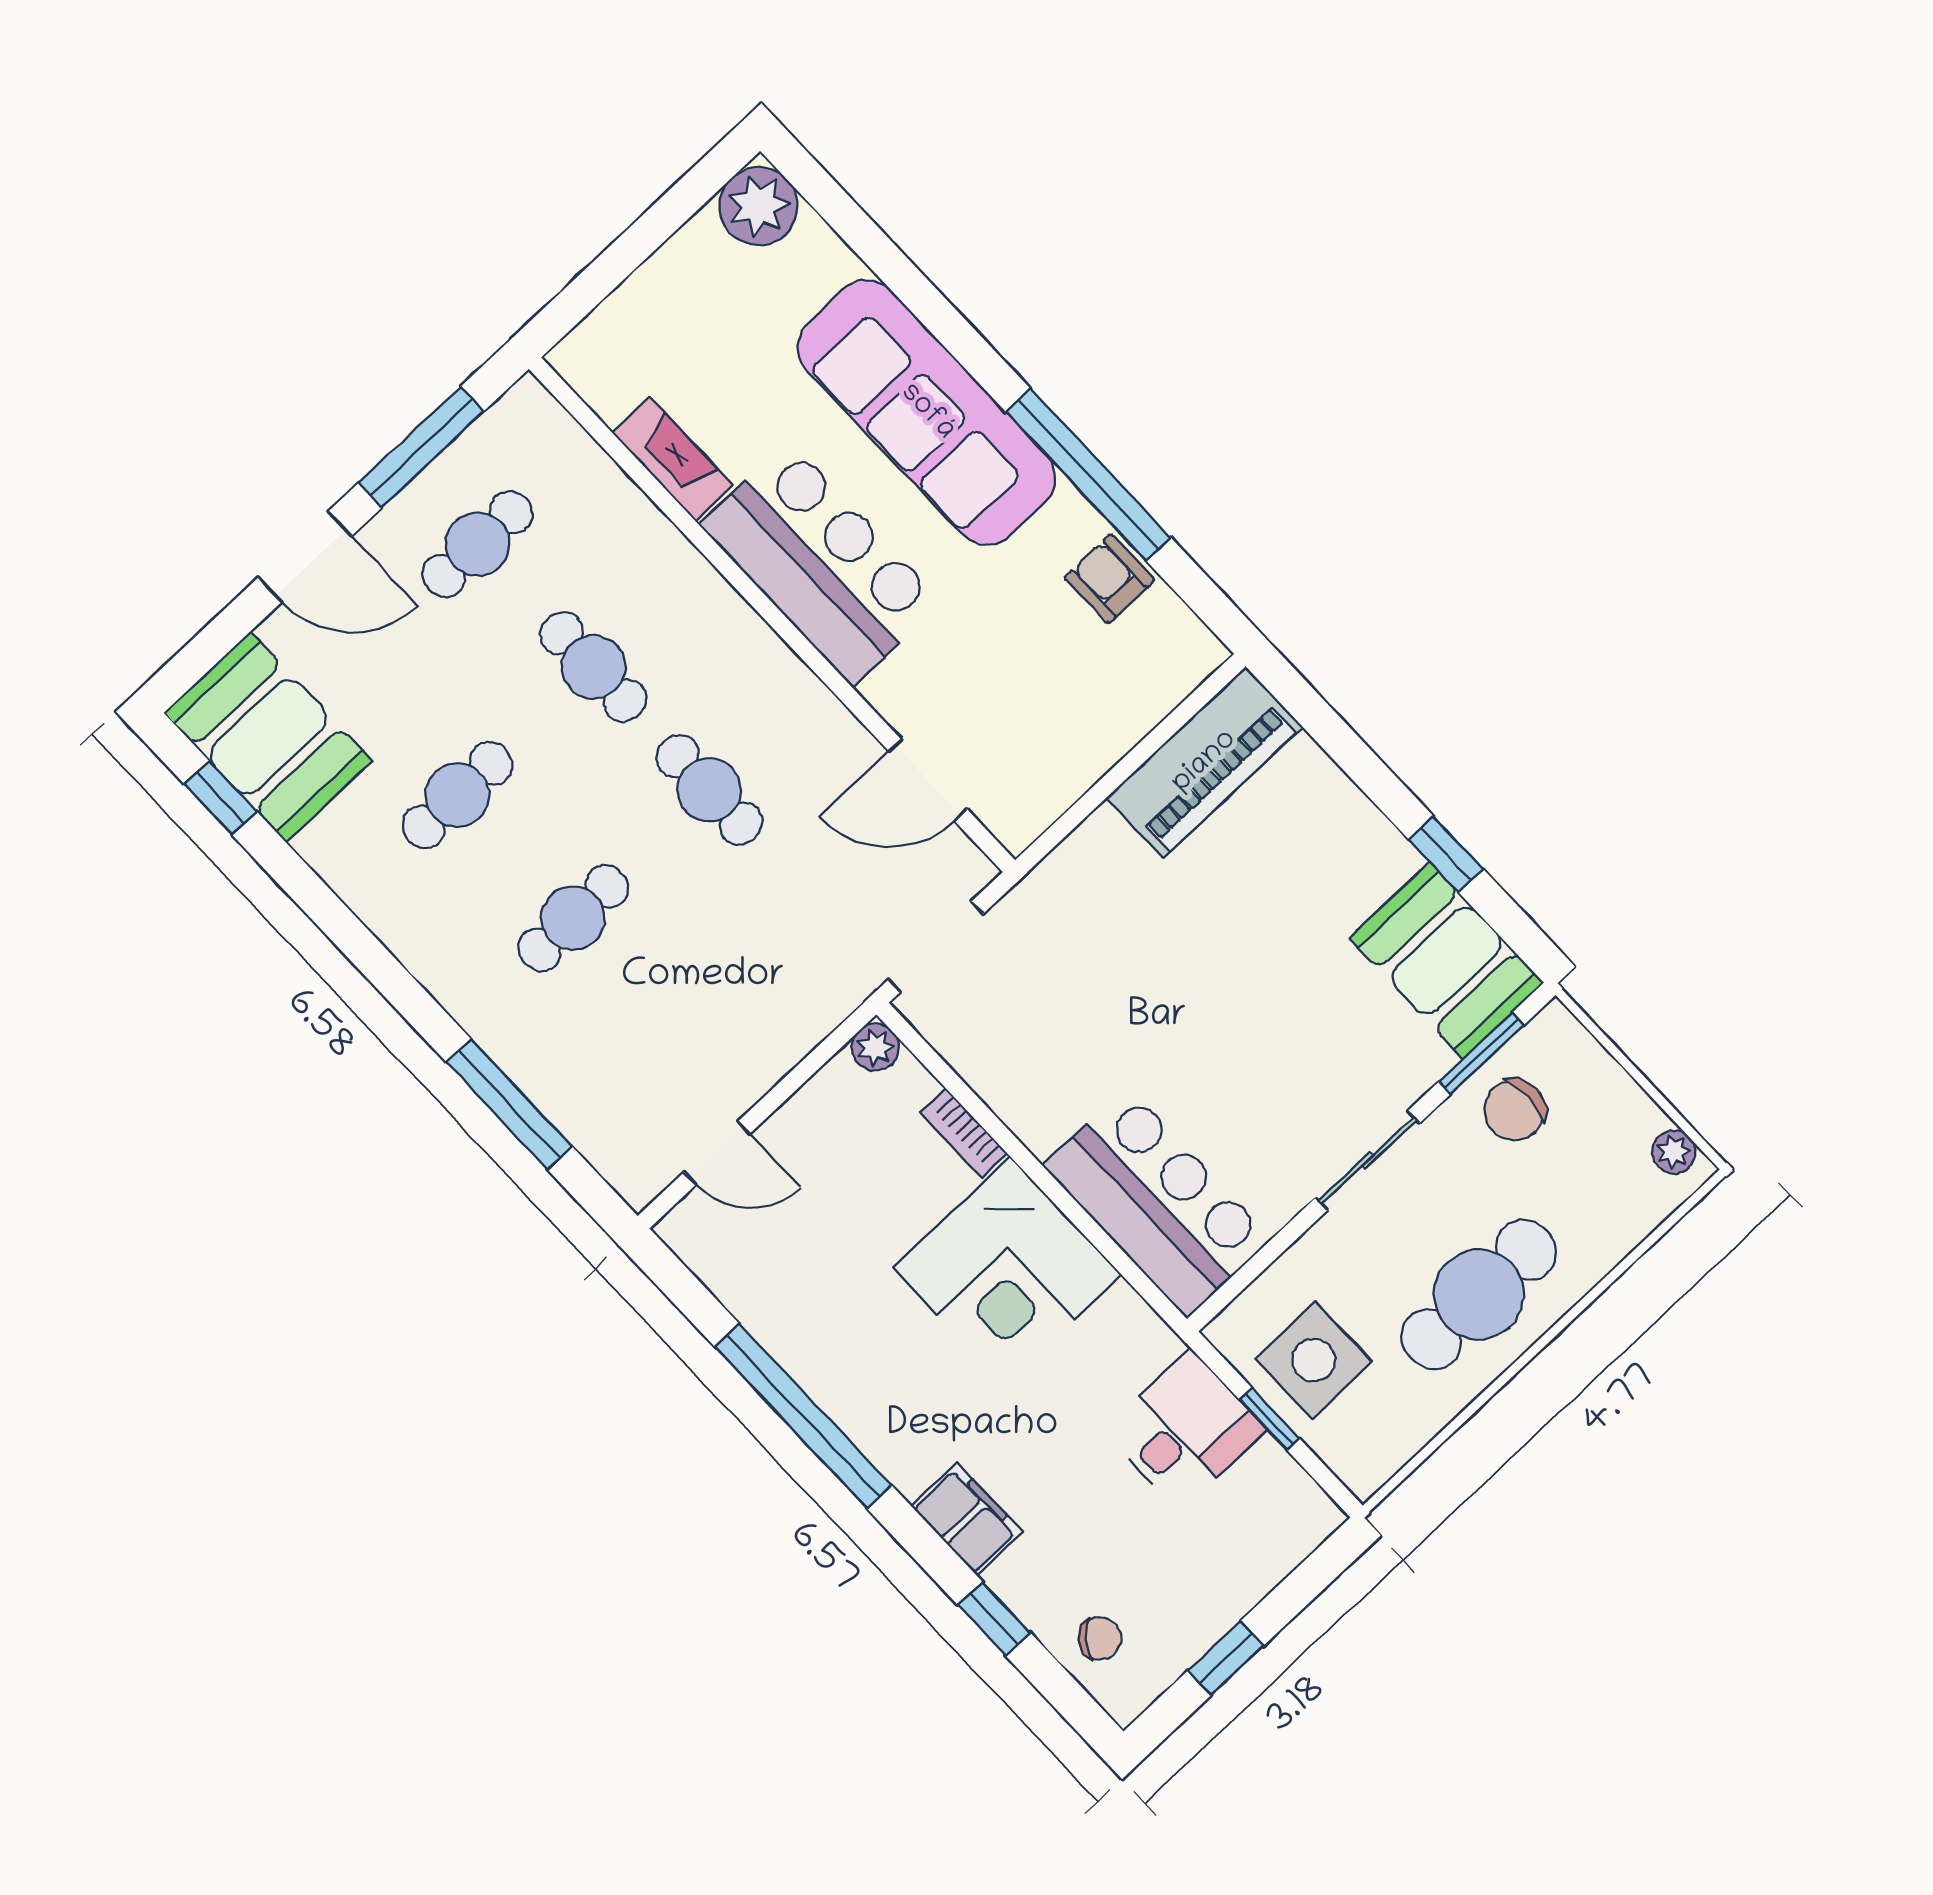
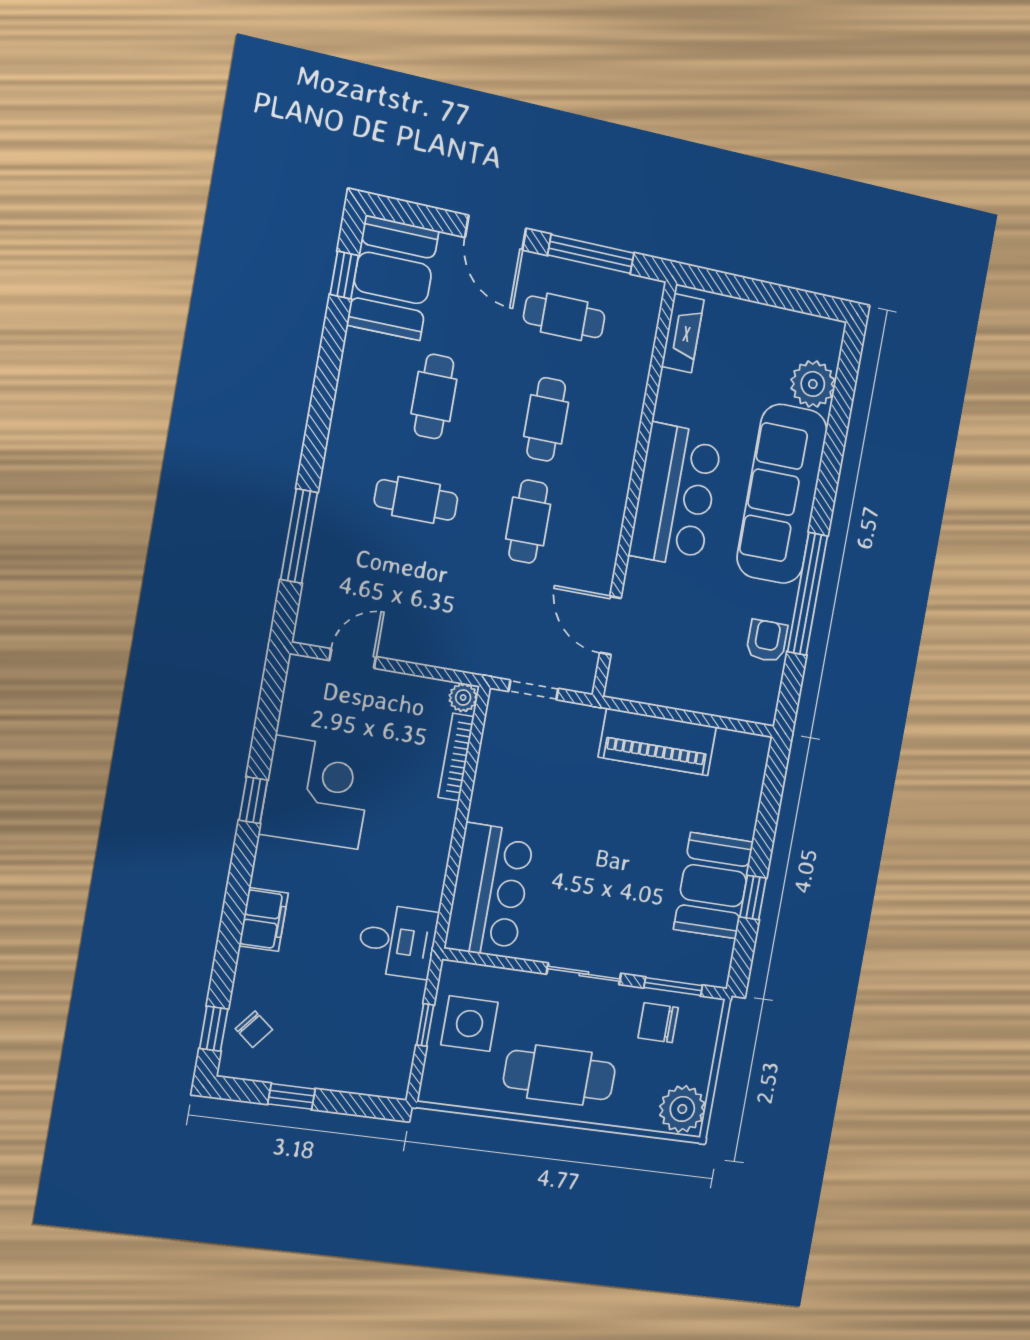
plant: (758, 206) -> (813, 384), moved
fireplace: (672, 459) -> (683, 333), moved
piano: (1205, 762) -> (658, 742), moved
cafe table: (457, 795) -> (434, 396), turned 90
doorway: (936, 947) -> (533, 690), width x0.73
booth: (1446, 960) -> (713, 886), moved
bookcase: (964, 1133) -> (456, 757), width x1.56
plant: (1674, 1152) -> (682, 1109), width x1.87, depth x1.87
door: (717, 1153) -> (353, 659), swing flipped
corner desk: (1007, 1271) -> (317, 792), moved, turned 180
window: (803, 1416) -> (253, 800), width x0.32
desk: (1185, 1430) -> (397, 941), moved
window: (994, 1619) -> (214, 1029), moved

